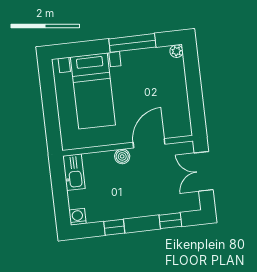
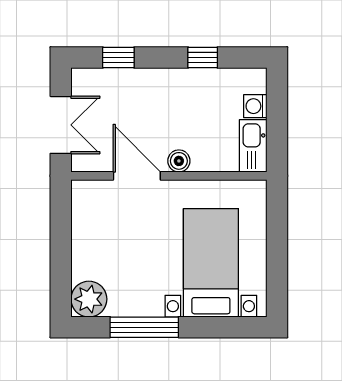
plant: (176, 51) -> (89, 299), width x1.88, depth x1.88
door: (149, 143) -> (137, 176), swing flipped
washing machine: (78, 217) -> (255, 106), moved, turned 90

